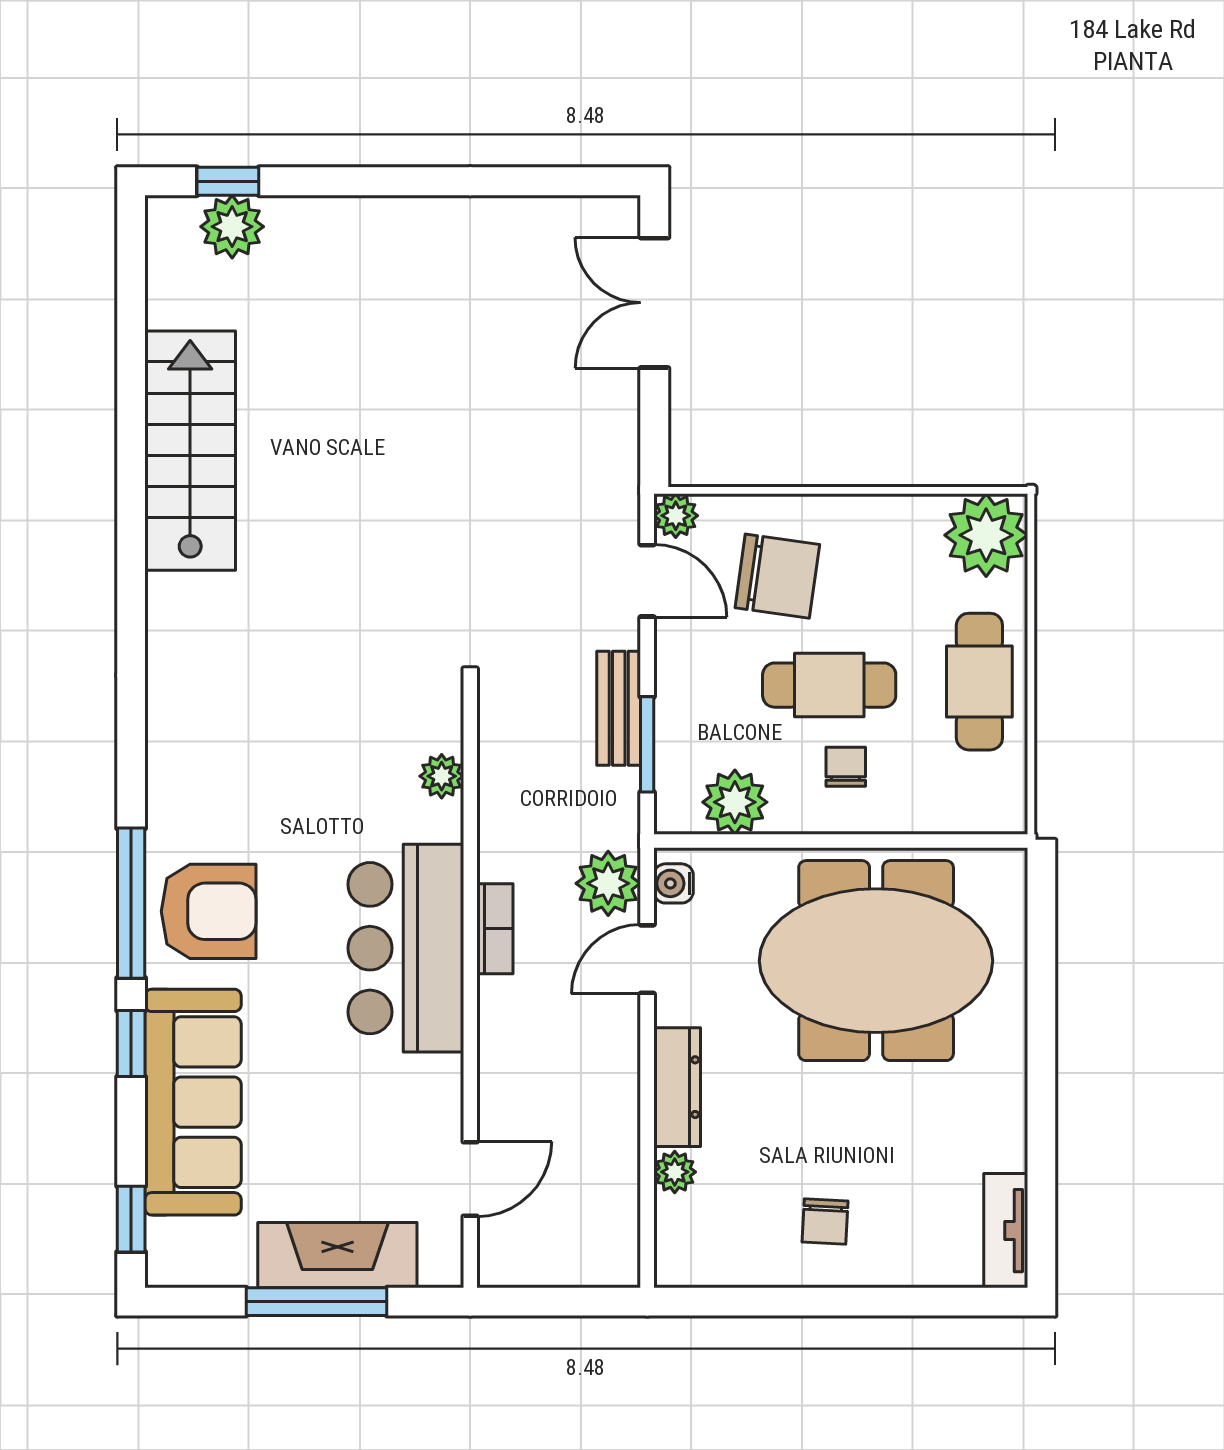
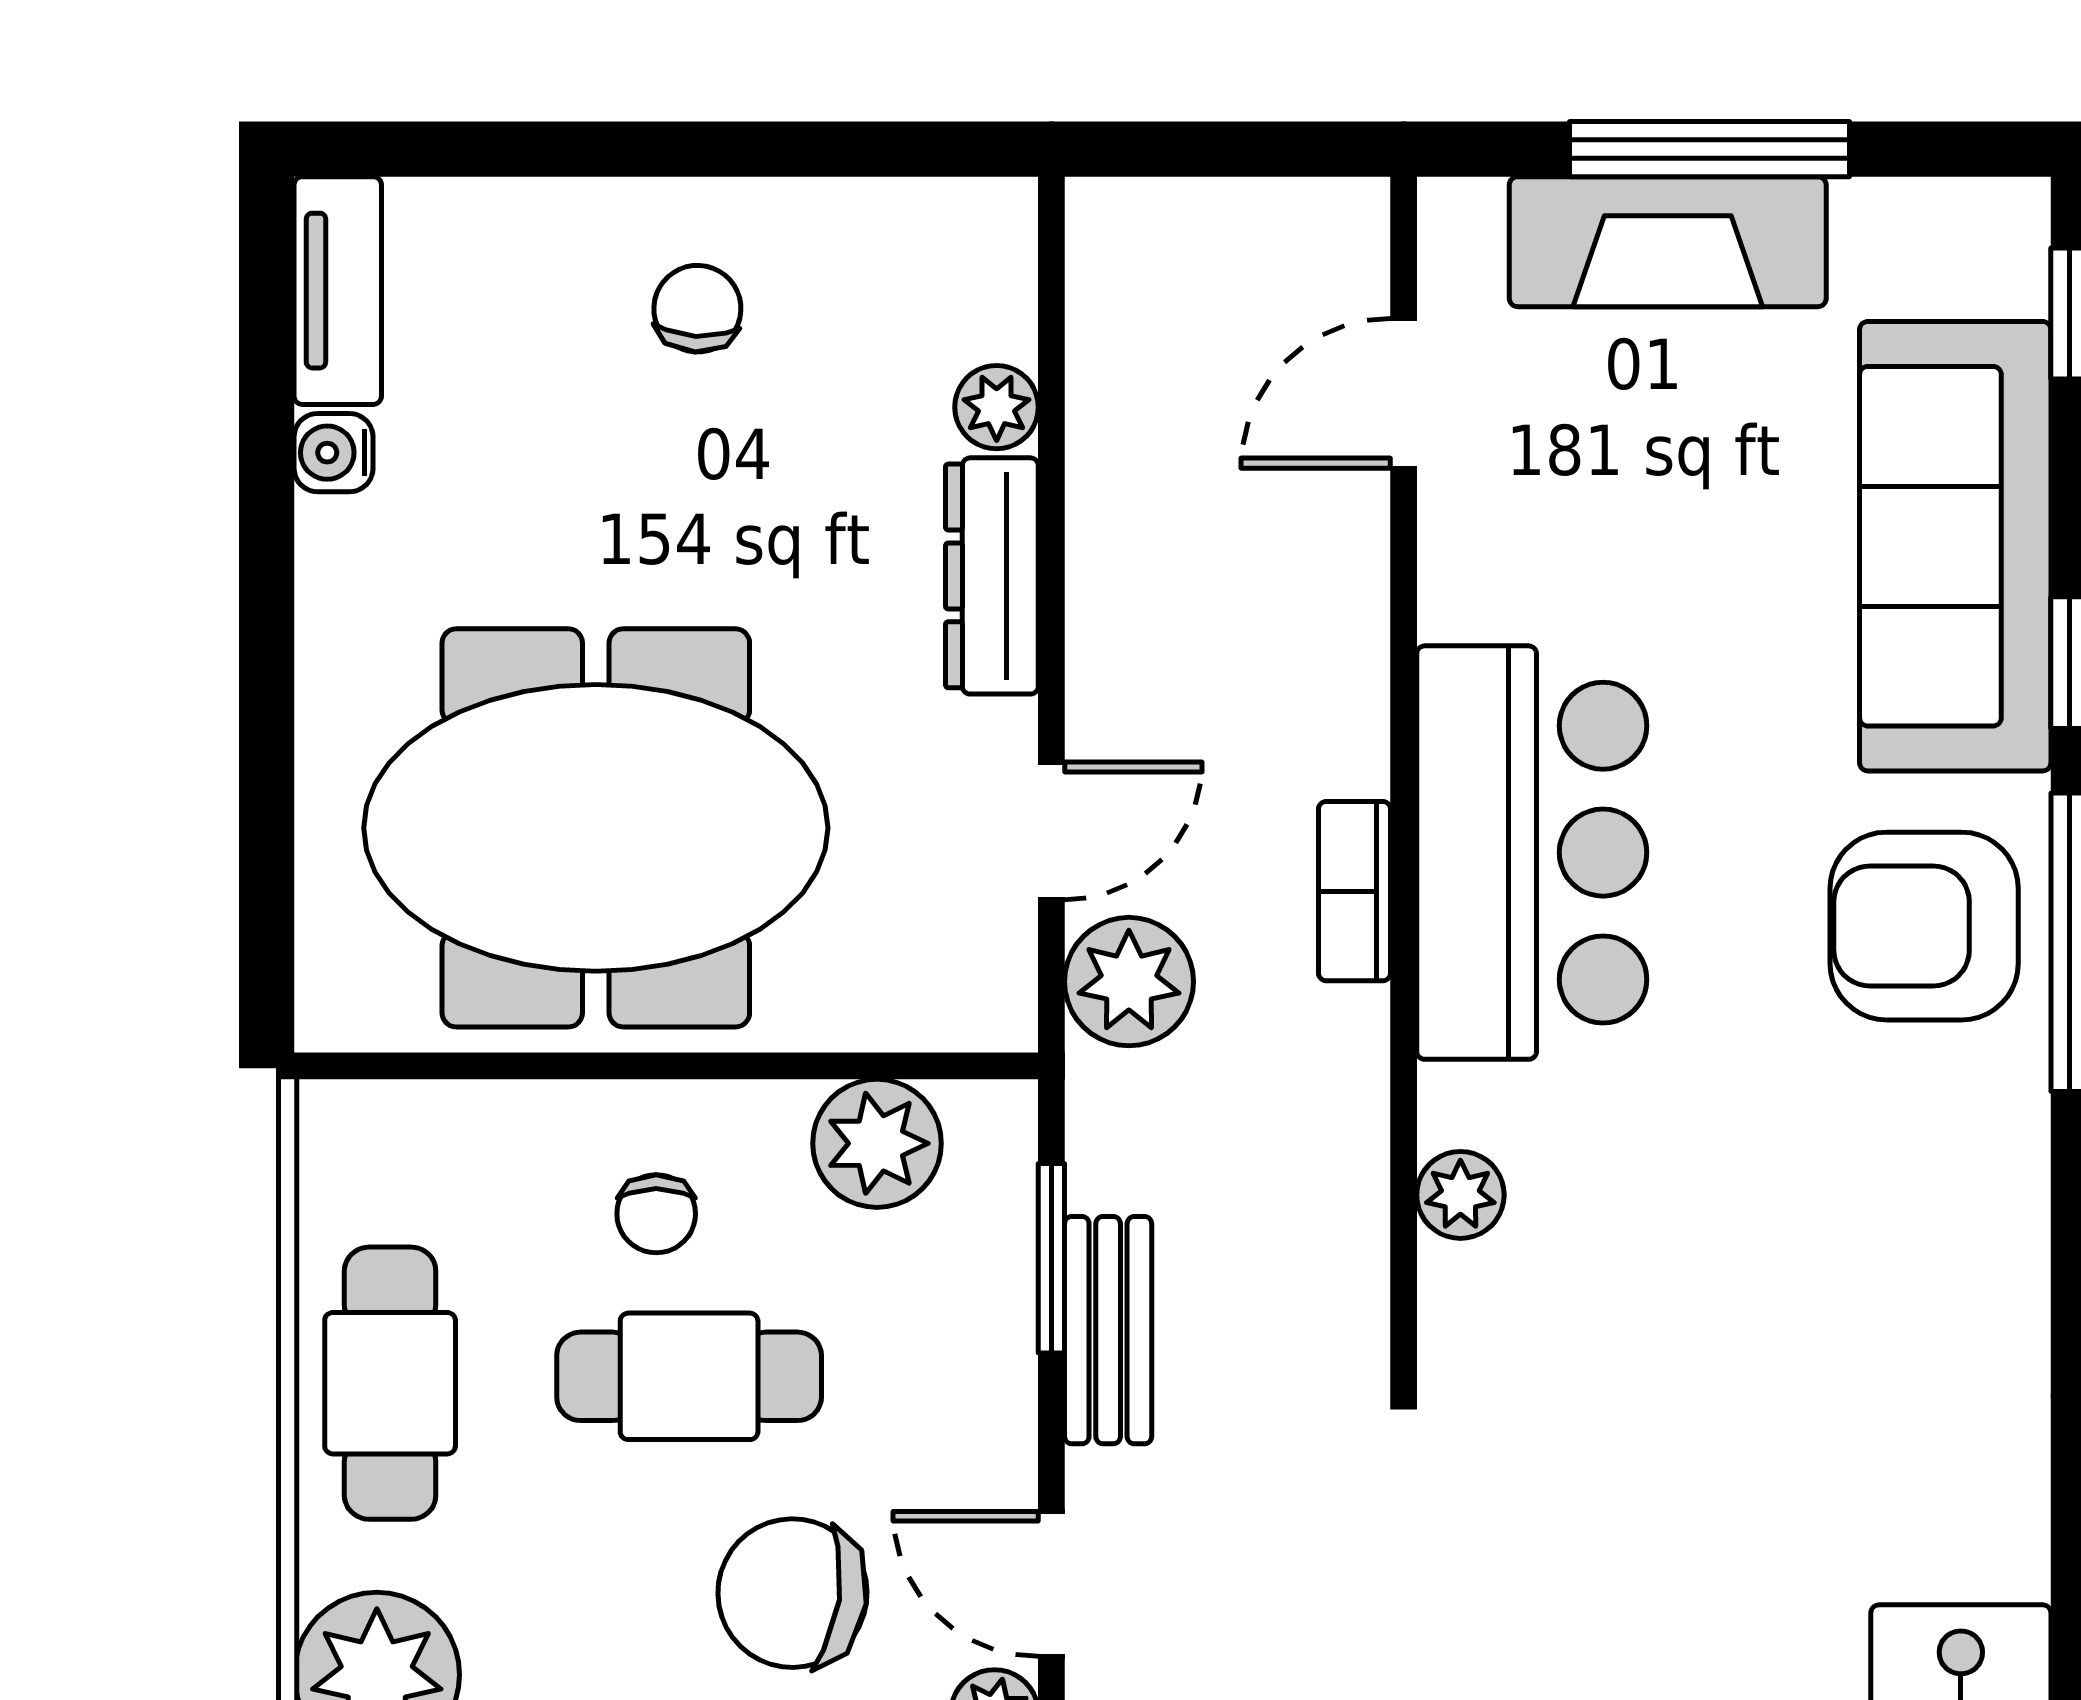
water cooler: (673, 883) -> (334, 453), moved, turned 180

